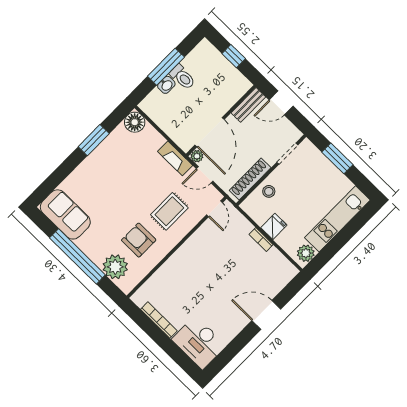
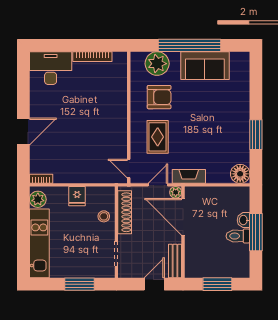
window: (234, 56) -> (217, 284), width x1.50
sofa: (65, 214) -> (205, 66), moved
bookcase: (261, 240) -> (41, 179), moved

